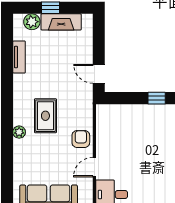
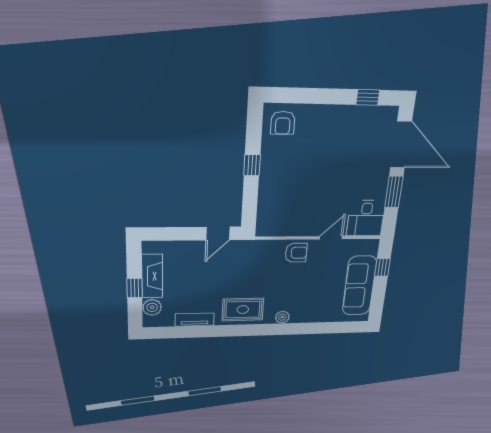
rug: (45, 116) -> (243, 310), moved
armchair: (81, 139) -> (296, 253), turned 180
door: (94, 167) -> (331, 238), swing flipped

